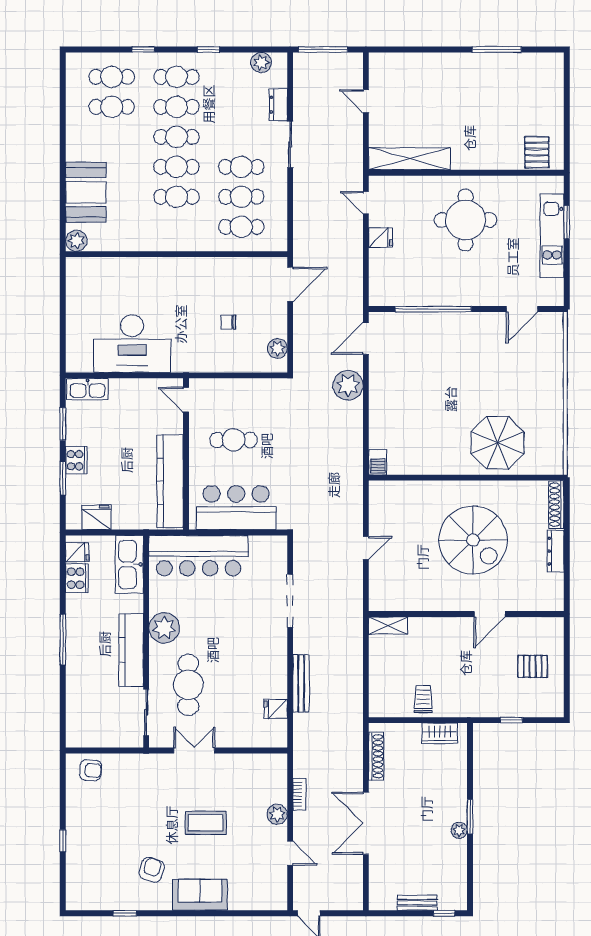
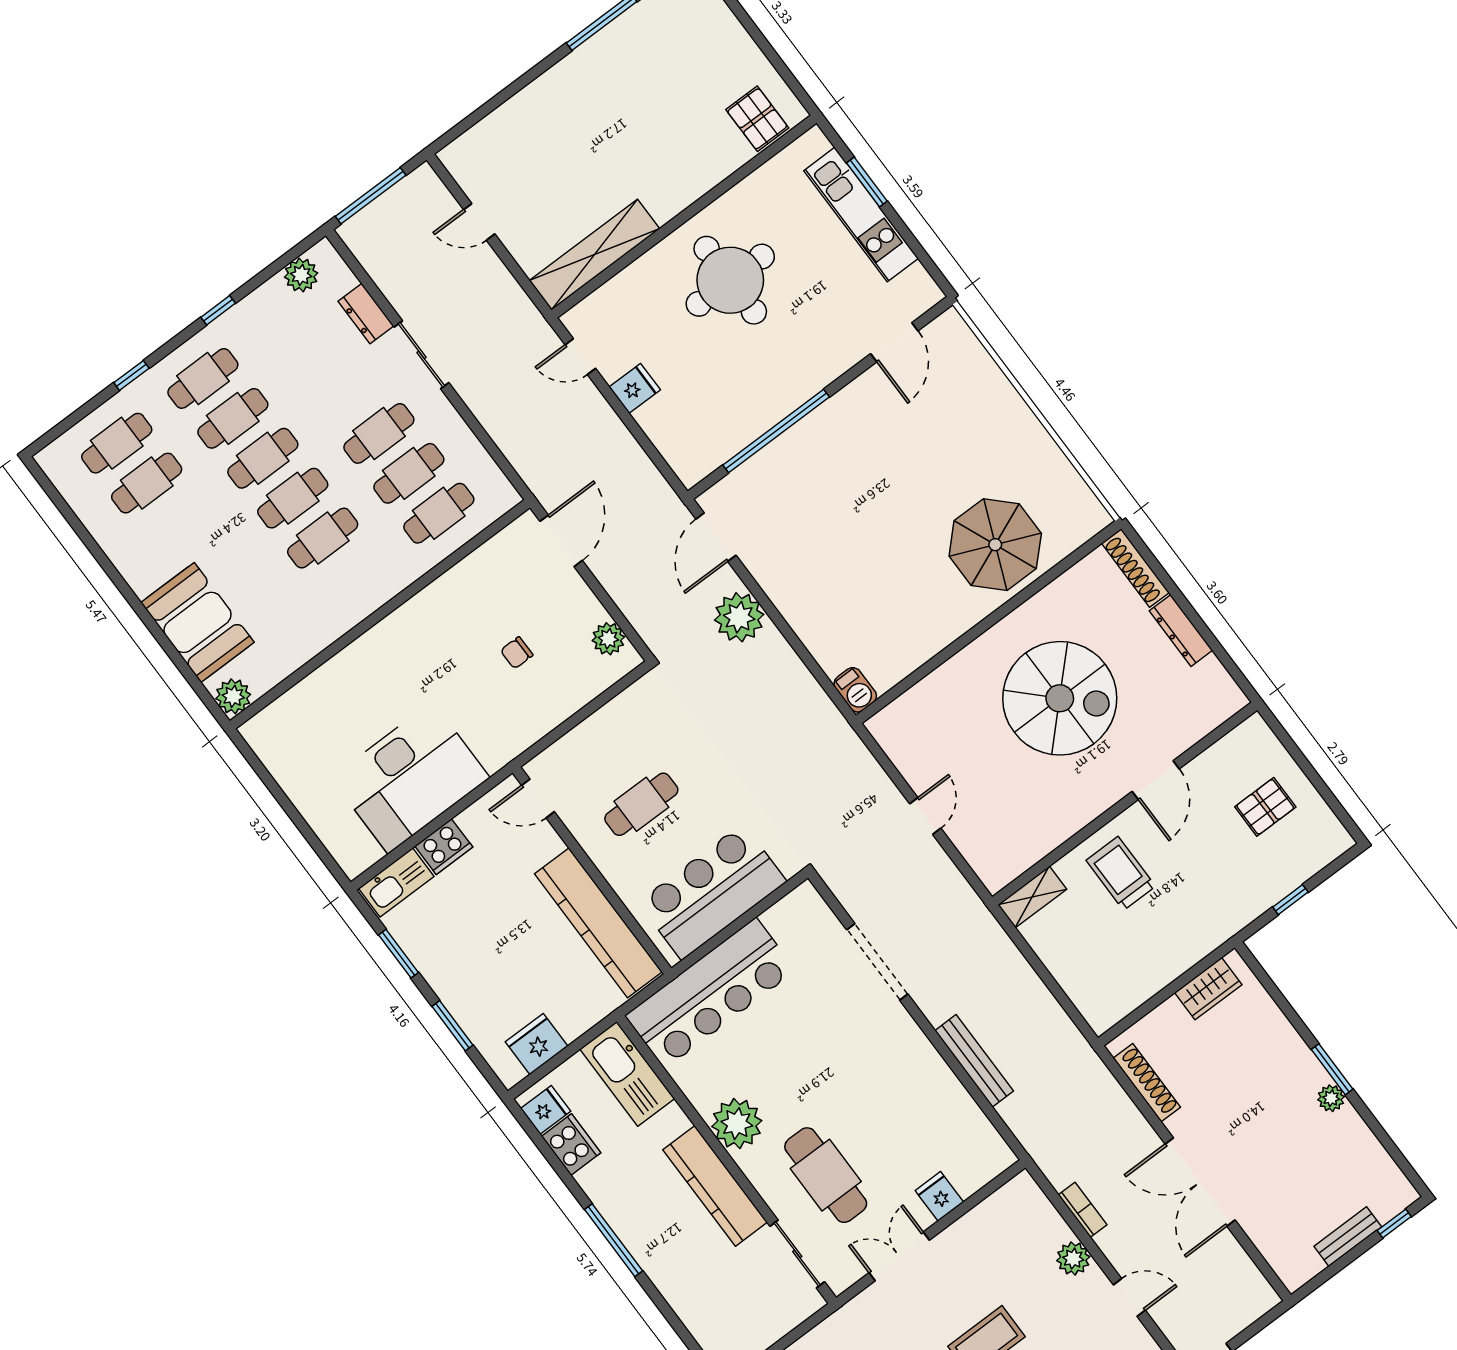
cooker: (76, 460) -> (444, 847), moved, turned 90
trolley: (423, 699) -> (1121, 873), moved, width x1.36, depth x1.39
fridge: (276, 709) -> (939, 1196), moved, turned 90

